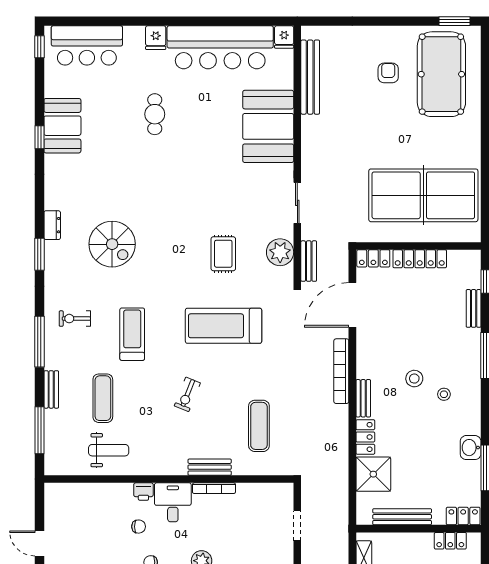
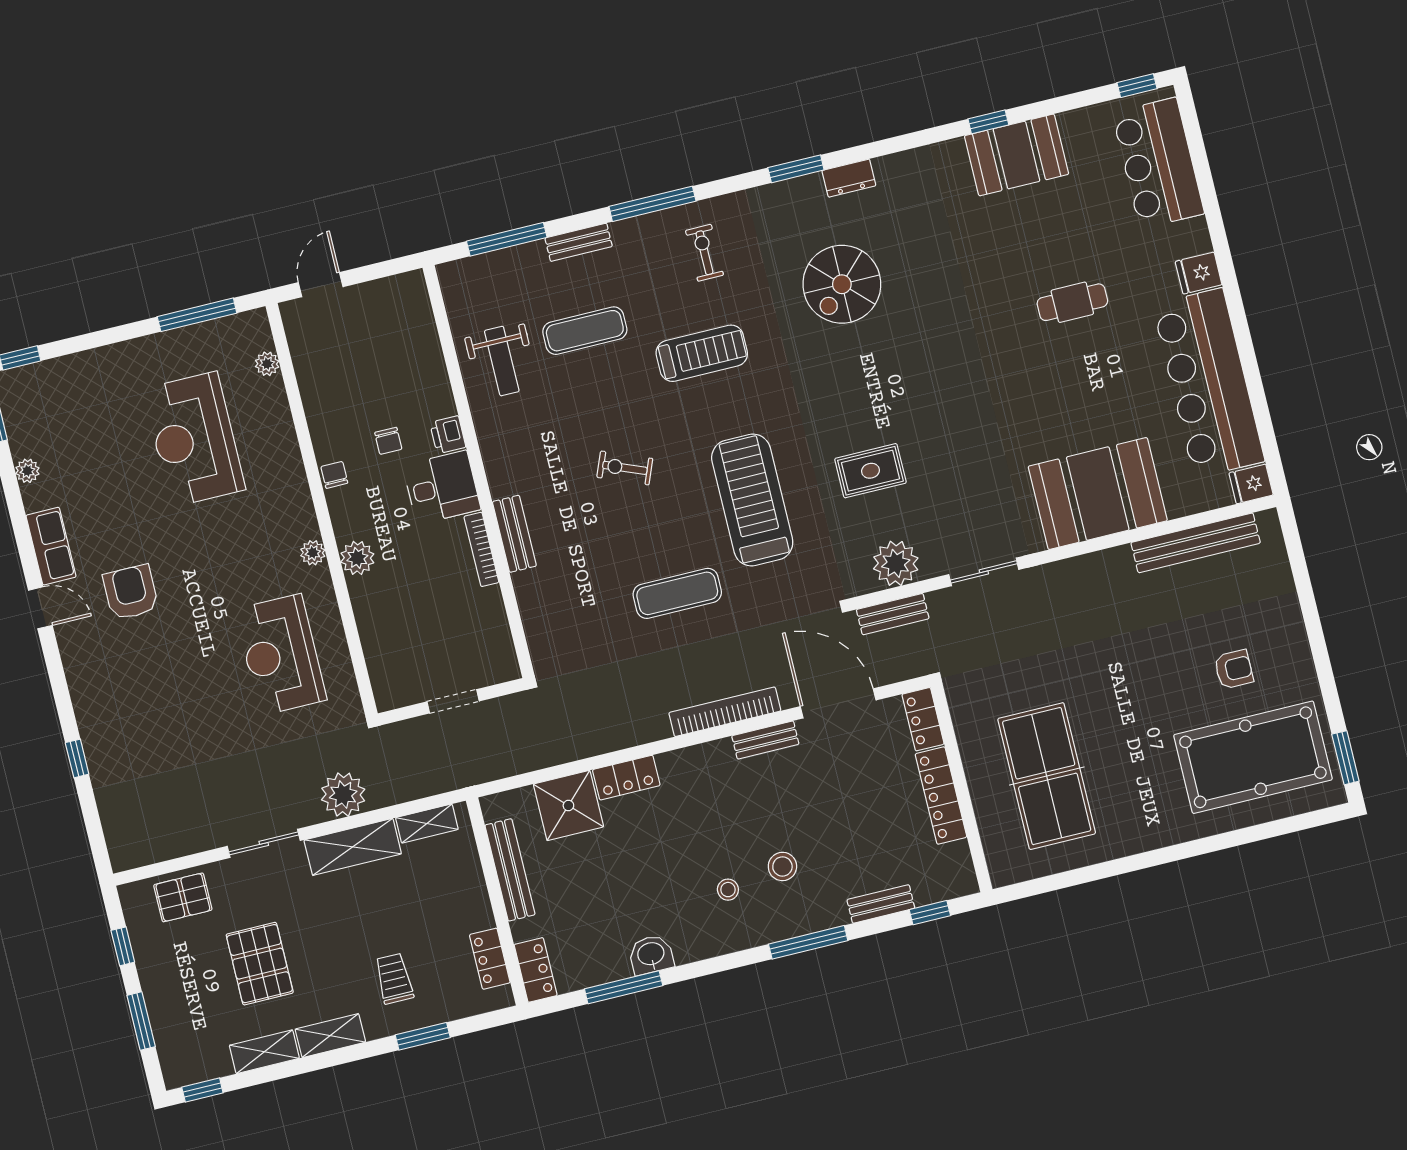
table tennis table: (423, 195) -> (1047, 776), width x0.73, depth x0.76
stool: (414, 379) -> (782, 866), moved
bench: (363, 398) -> (765, 740), moved
exercise mat: (259, 426) -> (677, 593), moved

